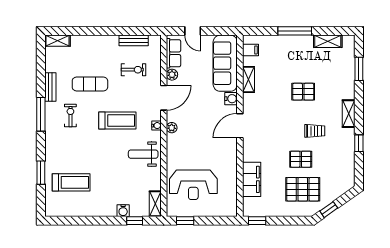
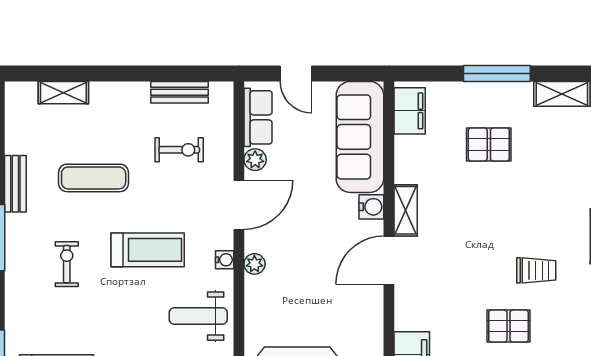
shelving: (57, 41) -> (63, 93), moved
filing cabinet: (250, 50) -> (410, 111), width x2.00
shelving: (248, 80) -> (406, 210), moved
pallet: (303, 92) -> (489, 144), moved
exercise bike: (70, 116) -> (67, 264), moved

